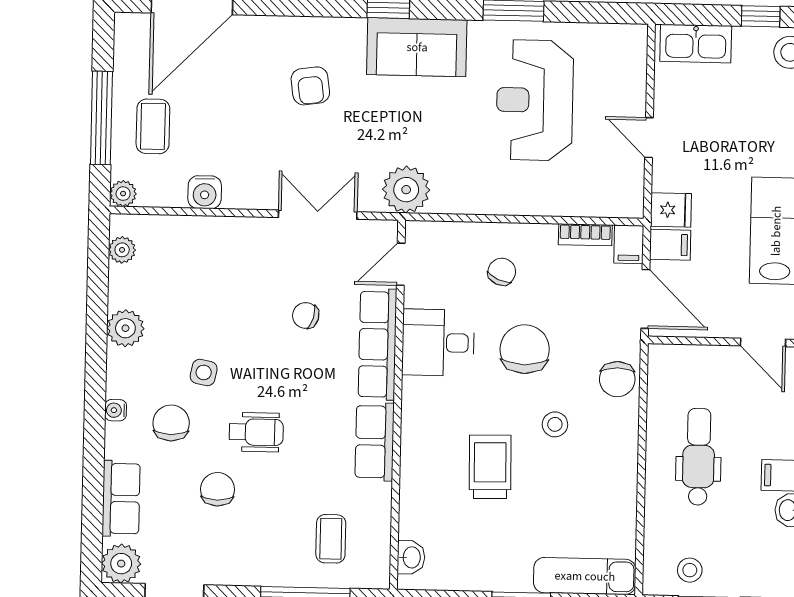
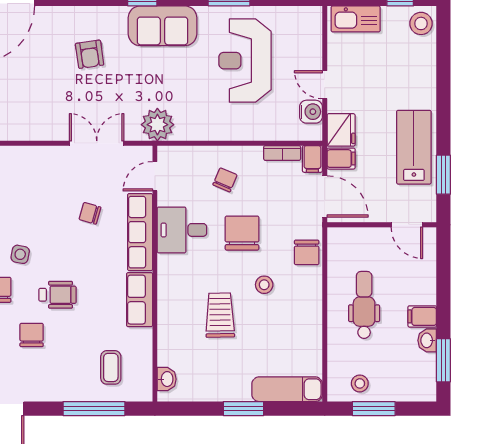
water cooler: (205, 192) -> (311, 112), moved, turned -90
fridge: (671, 210) -> (341, 130), width x1.38

